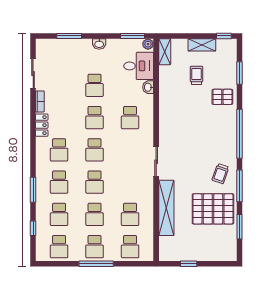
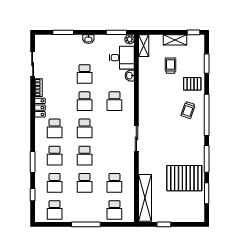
trolley: (220, 174) -> (188, 110), moved
shelving: (166, 208) -> (145, 198), moved
school desk: (95, 247) -> (85, 210), removed

